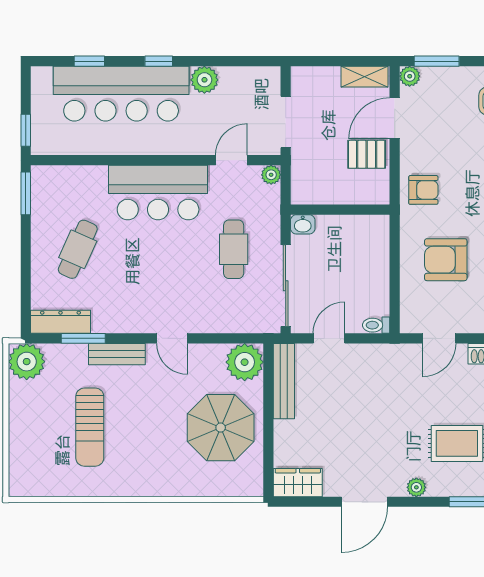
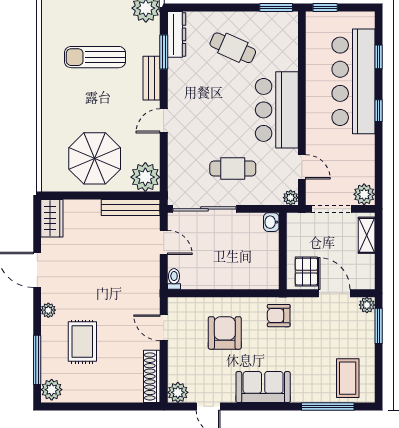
shelving: (364, 77) -> (367, 235), moved
plant: (204, 80) -> (364, 194), moved
armchair: (423, 190) -> (279, 316), turned 90
wall: (340, 210) -> (283, 251), moved
washbasin: (303, 224) -> (271, 222), moved

